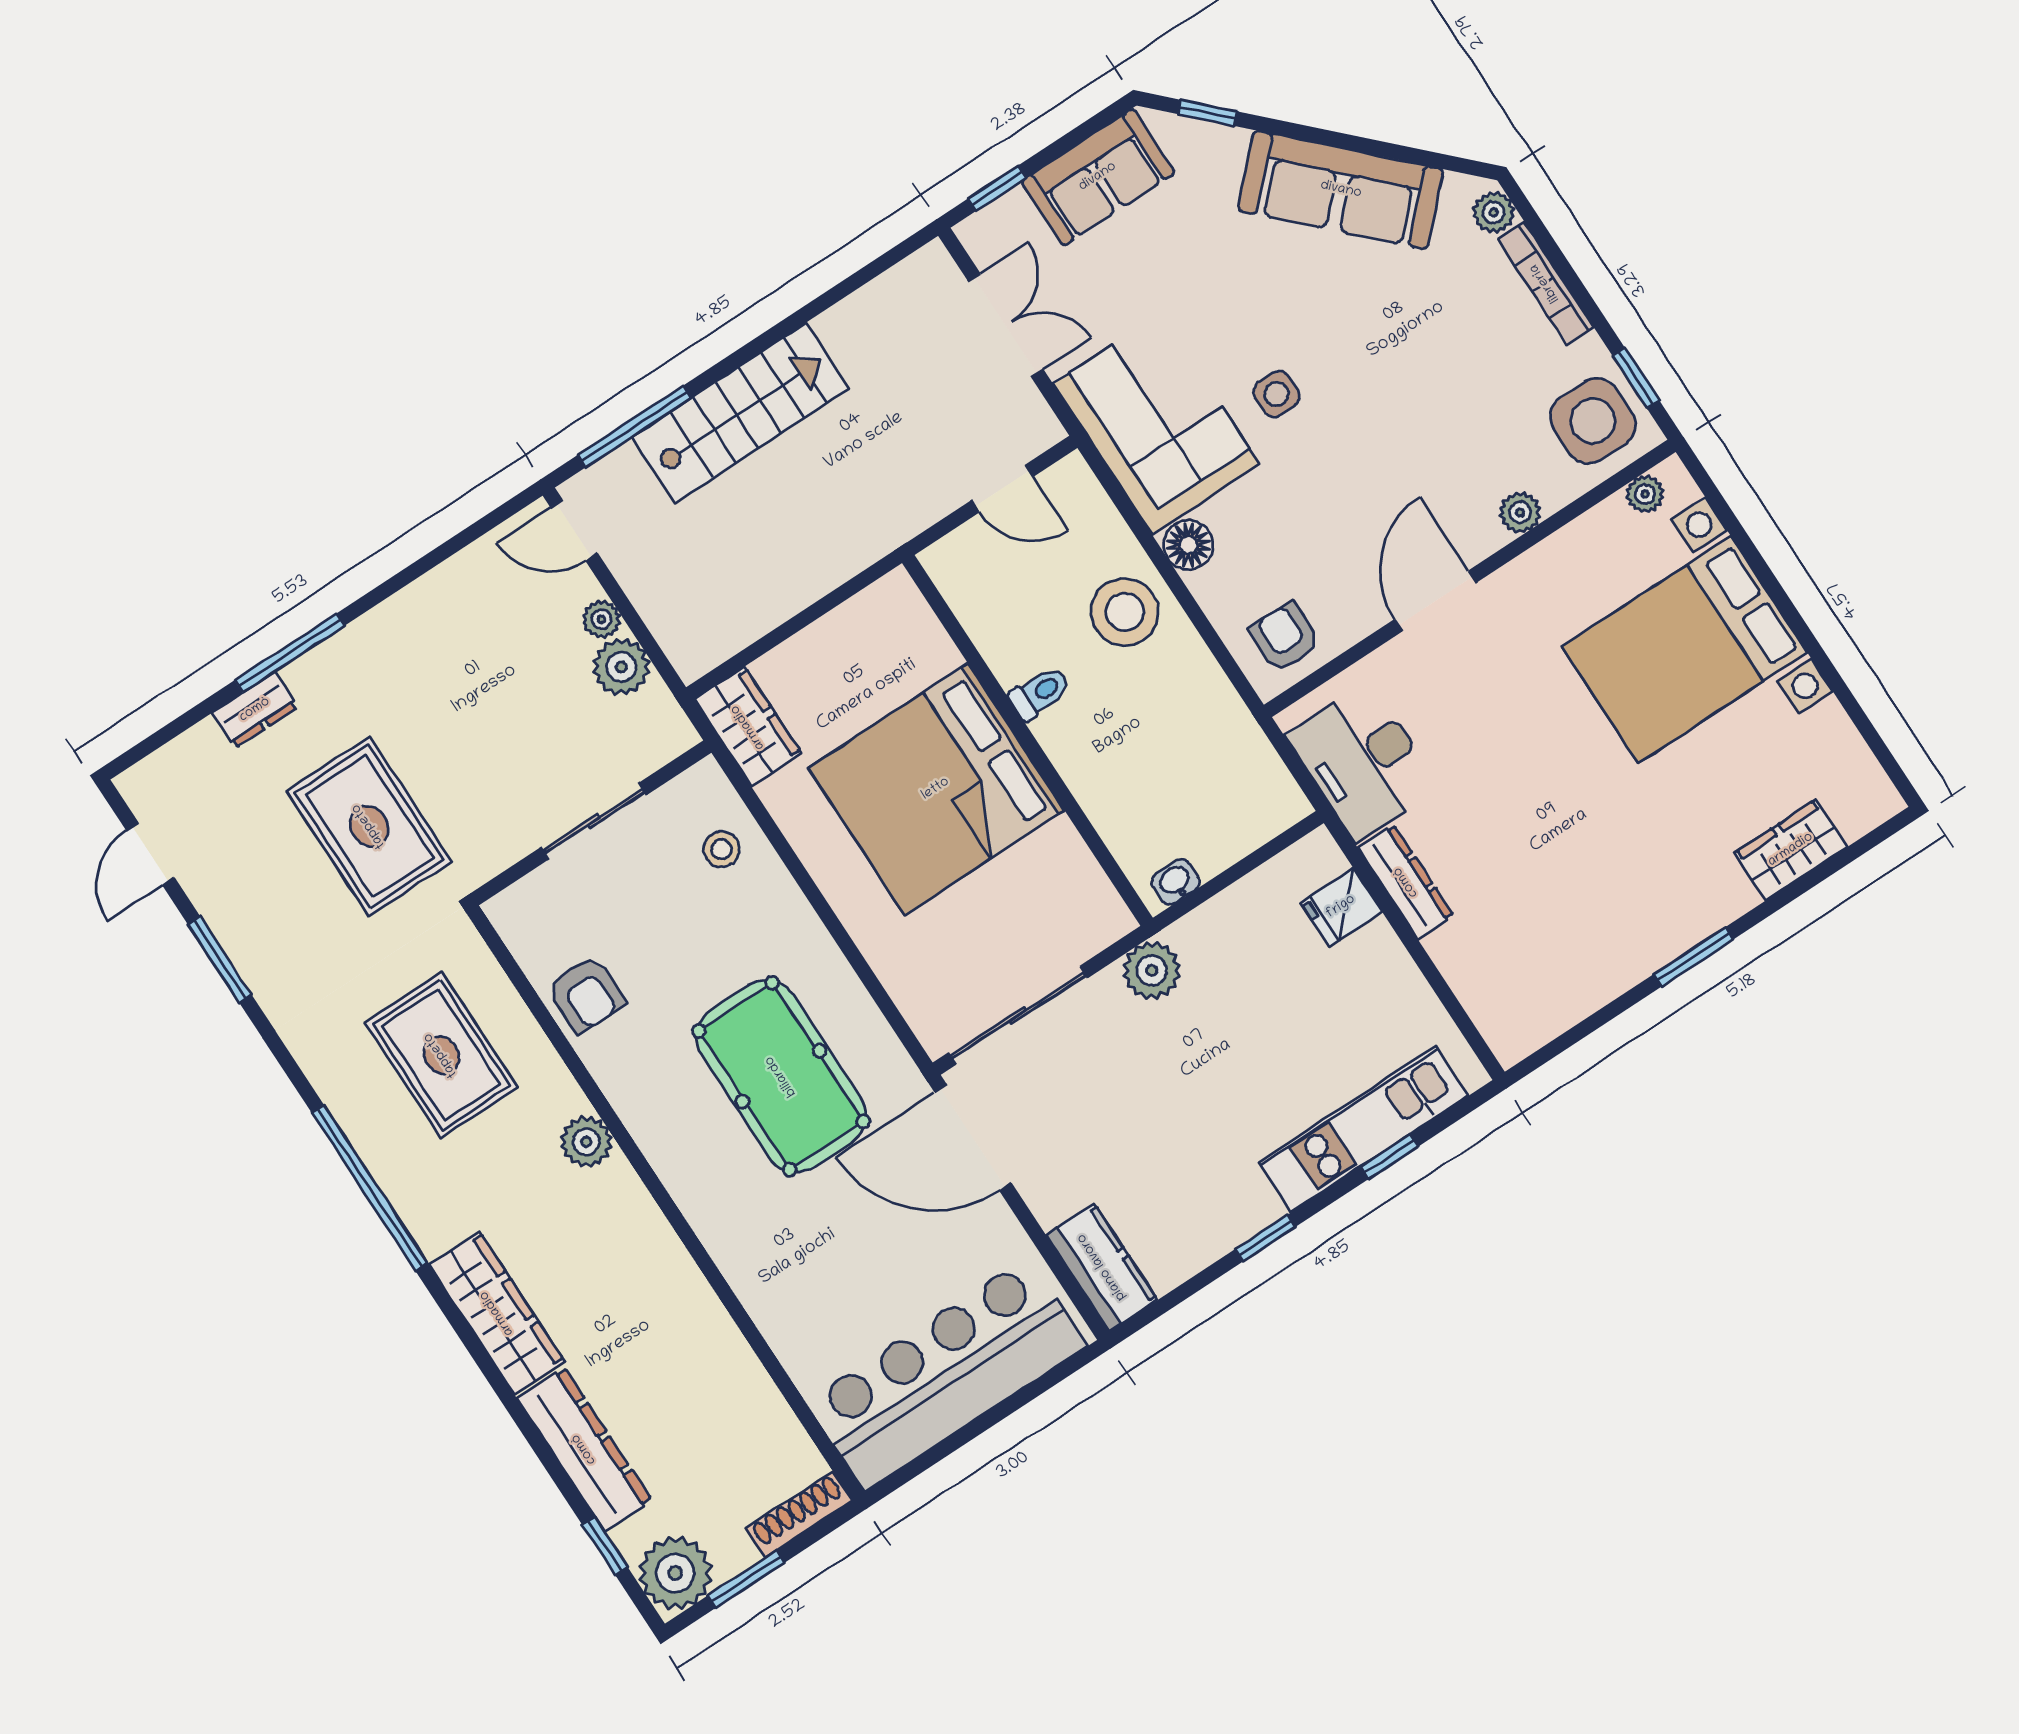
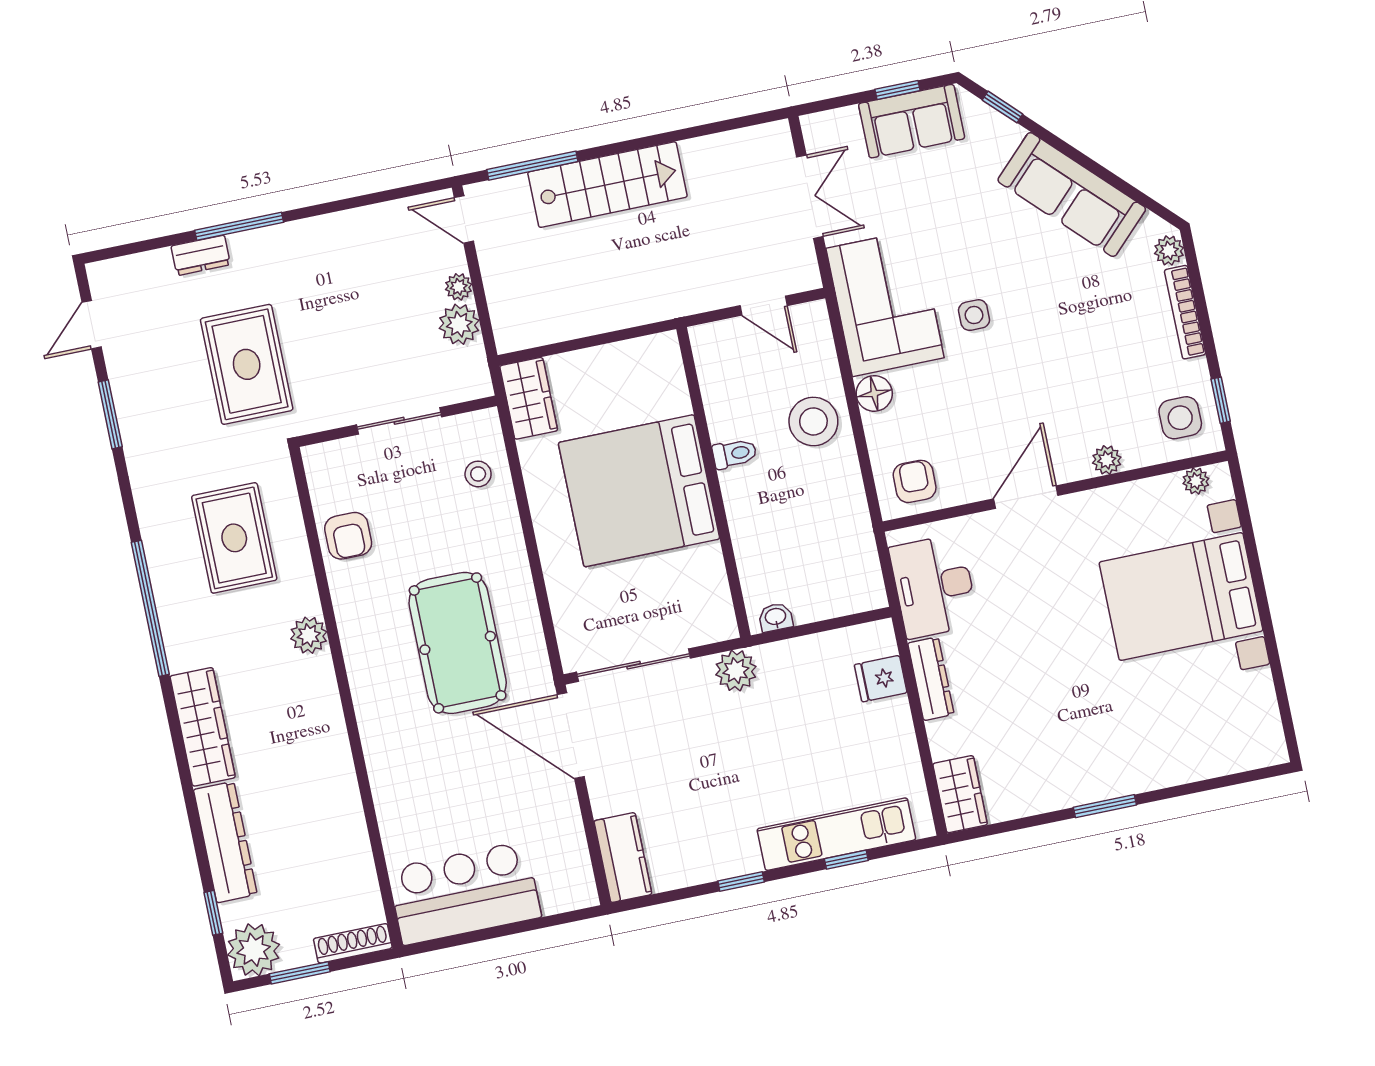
window: (997, 188) -> (897, 90), moved
side table: (1593, 421) -> (1180, 418), width x0.73, depth x0.73
wardrobe: (1791, 850) -> (960, 794), moved, turned 90
bar counter: (946, 1374) -> (464, 893), width x0.73

